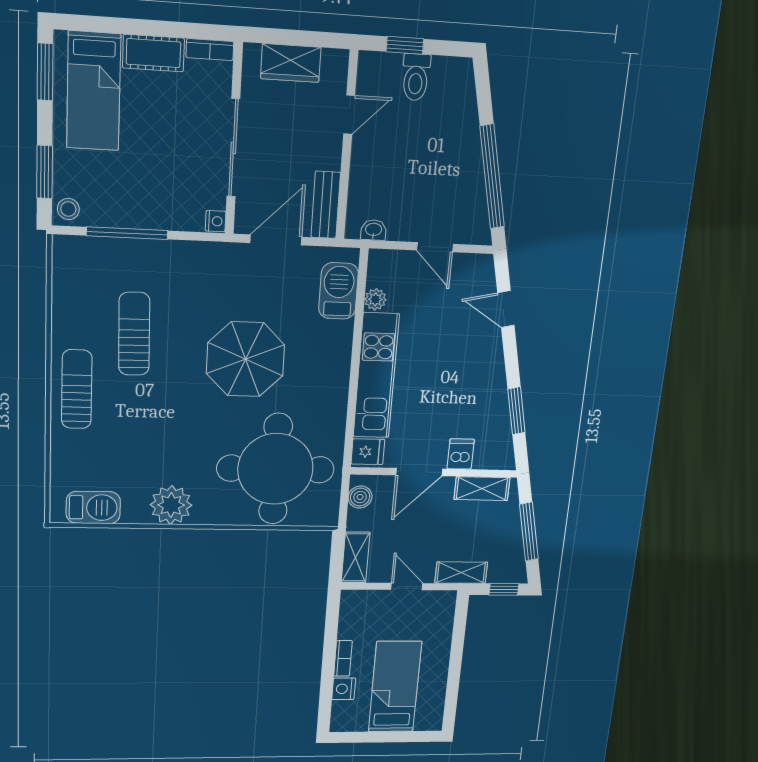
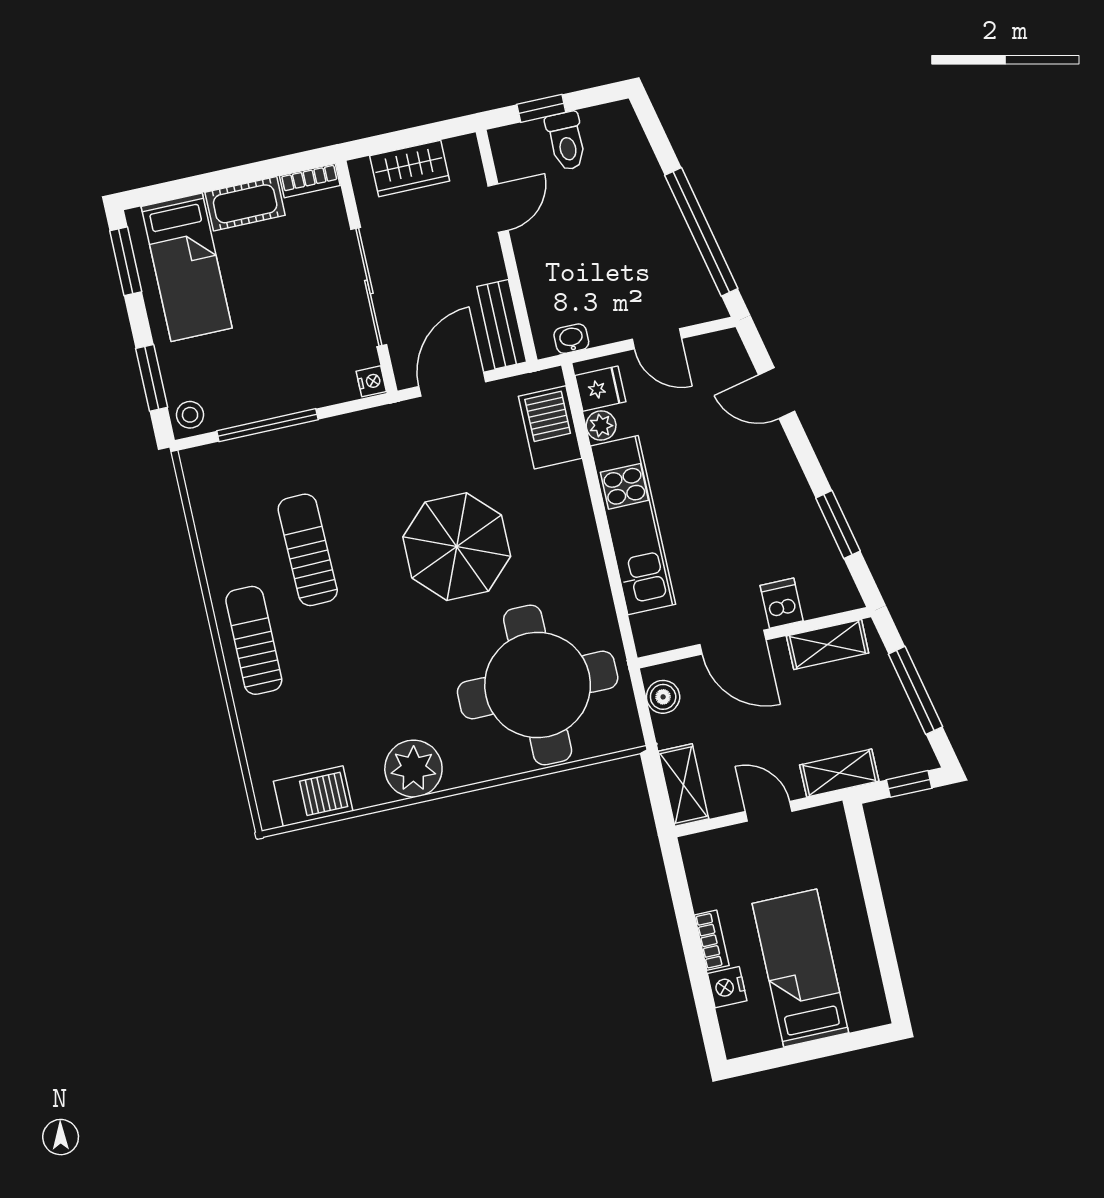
fridge: (368, 452) -> (600, 389), moved
door: (419, 472) -> (733, 642), hinge flipped

